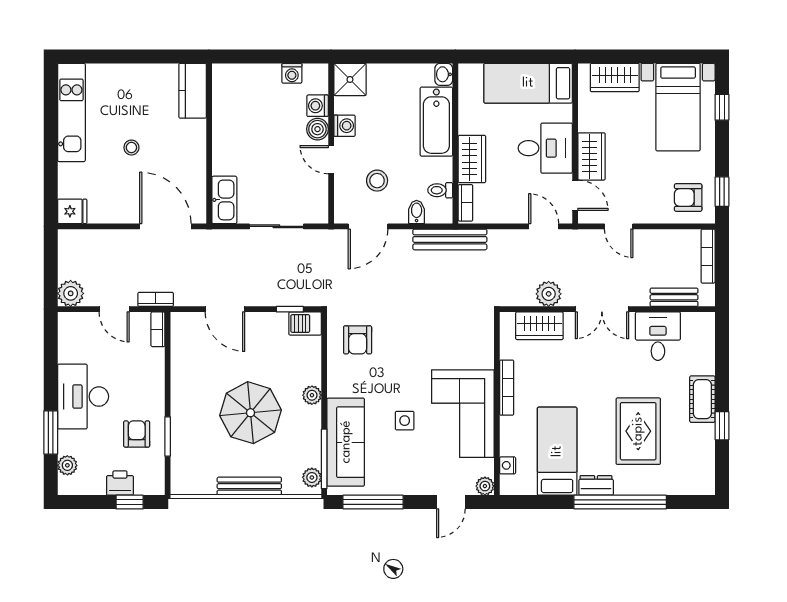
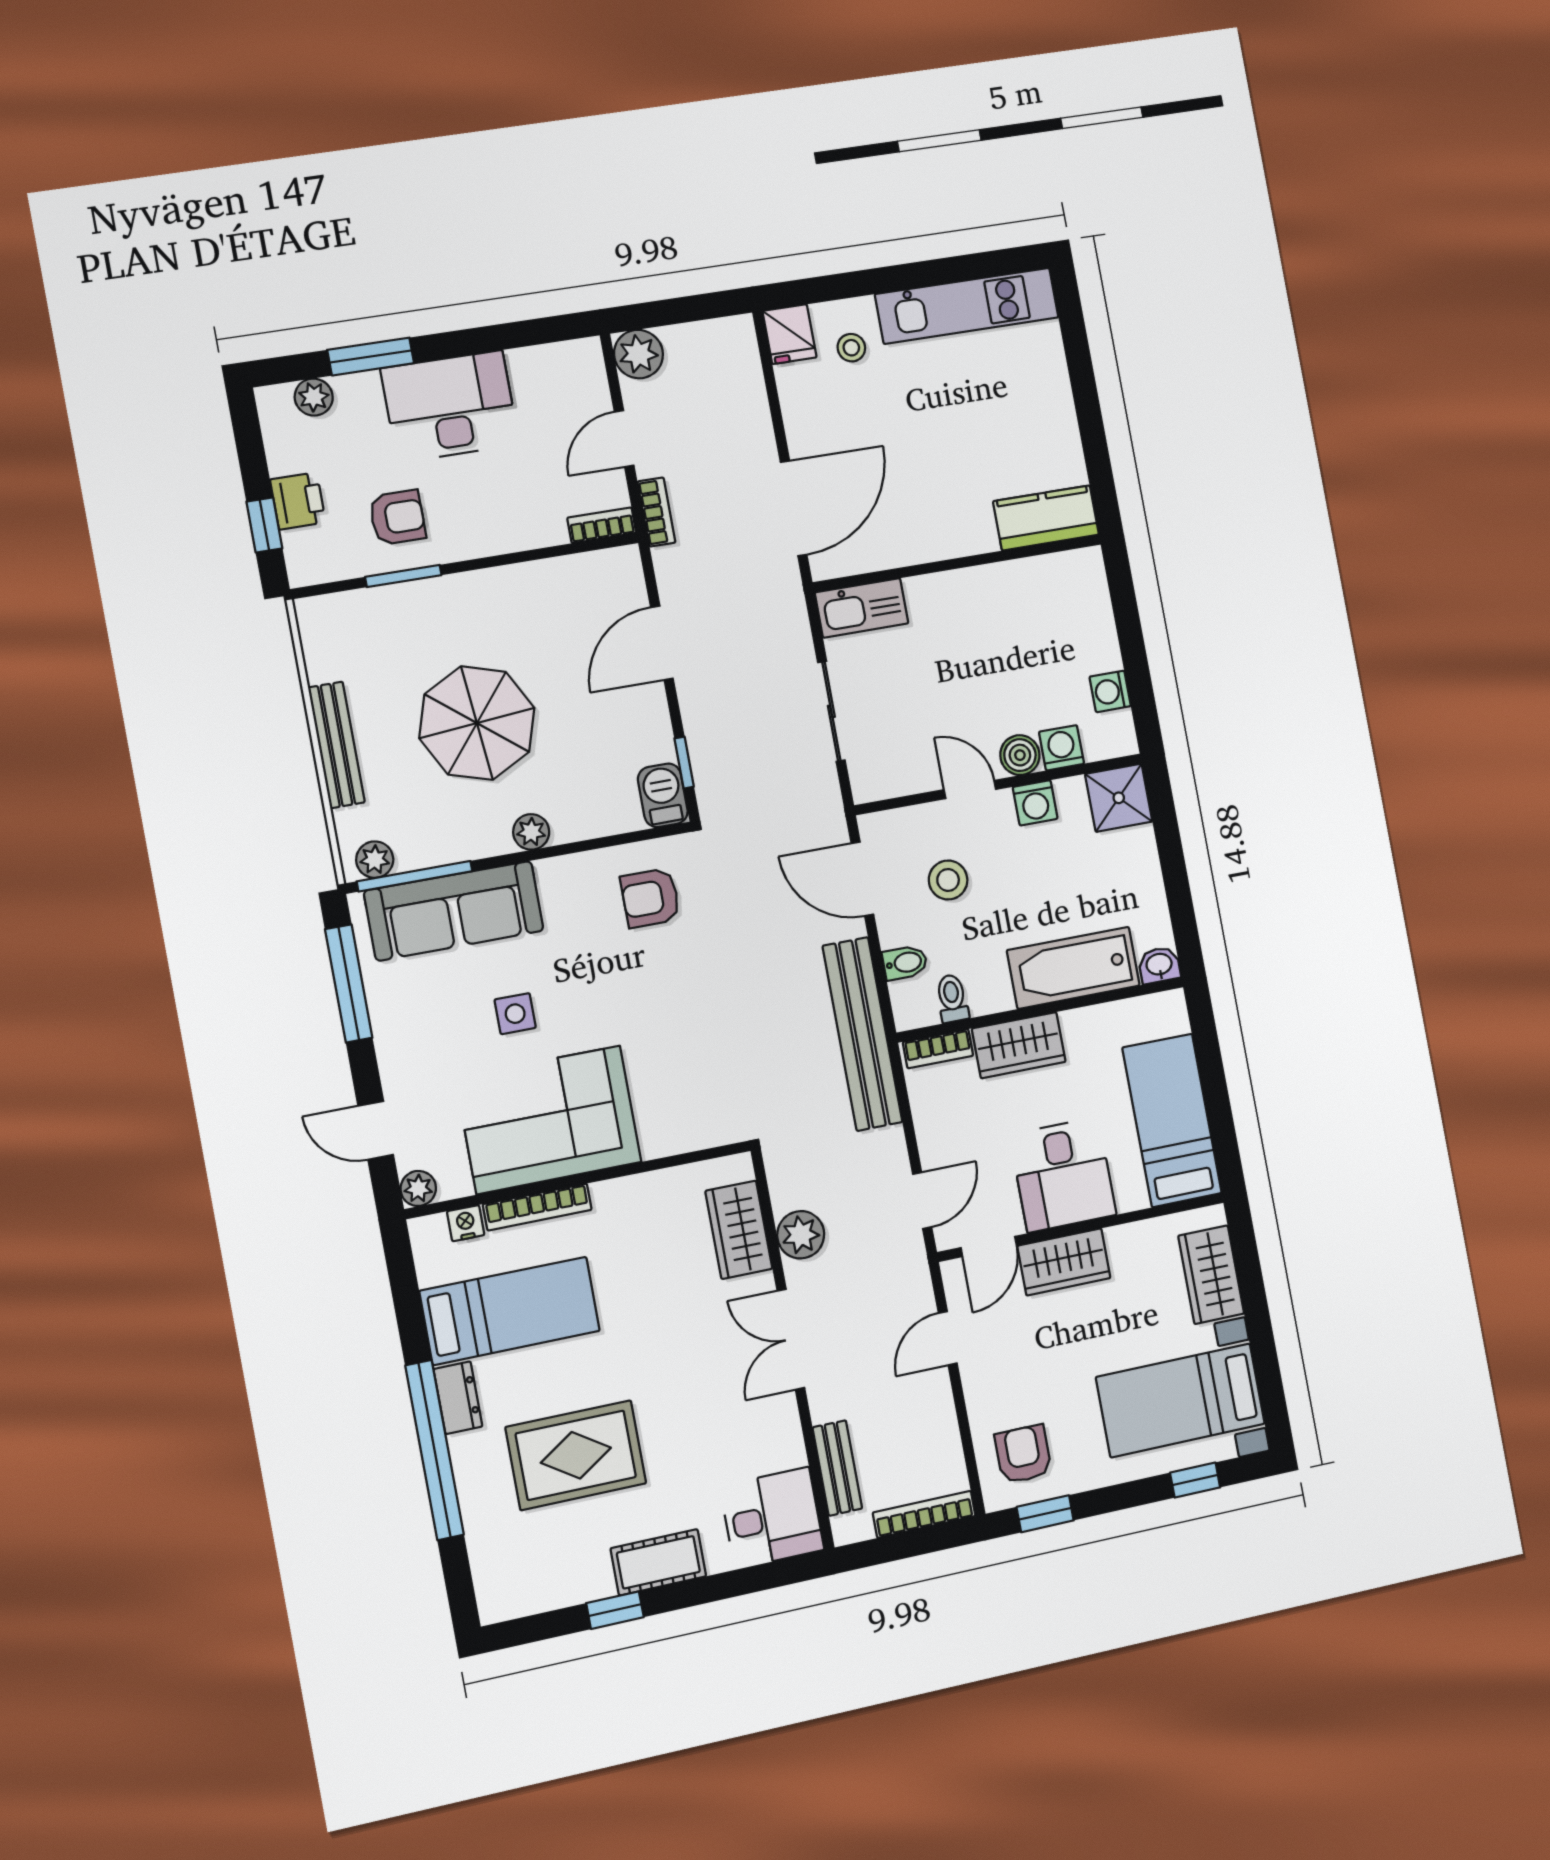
stool: (131, 148) -> (851, 348), moved
door: (331, 160) -> (970, 790), hinge flipped
bench: (450, 239) -> (862, 1034), width x1.37, depth x1.21
desk: (658, 336) -> (772, 1518), moved
bookcase: (507, 388) -> (537, 1207), moved

